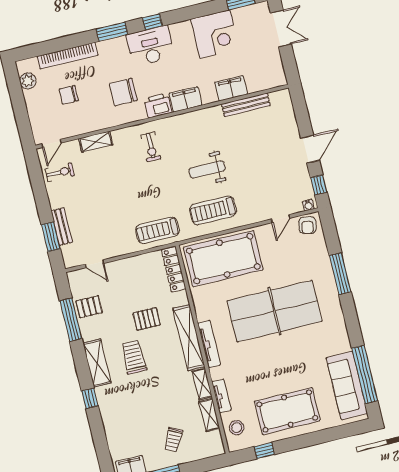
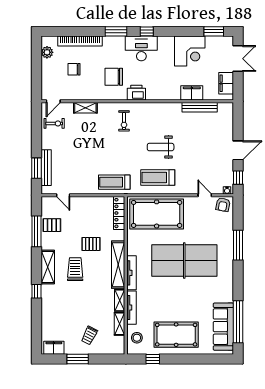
filing cabinet: (186, 99) -> (226, 83), moved, turned -90
door: (281, 219) -> (205, 195), swing flipped
bench: (62, 227) -> (46, 168), width x1.36
tv unit: (222, 396) -> (131, 308), width x1.41

